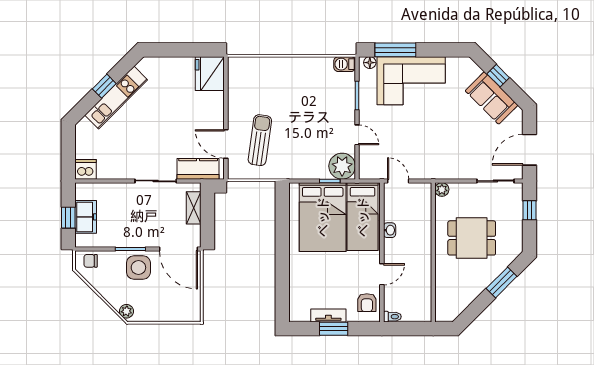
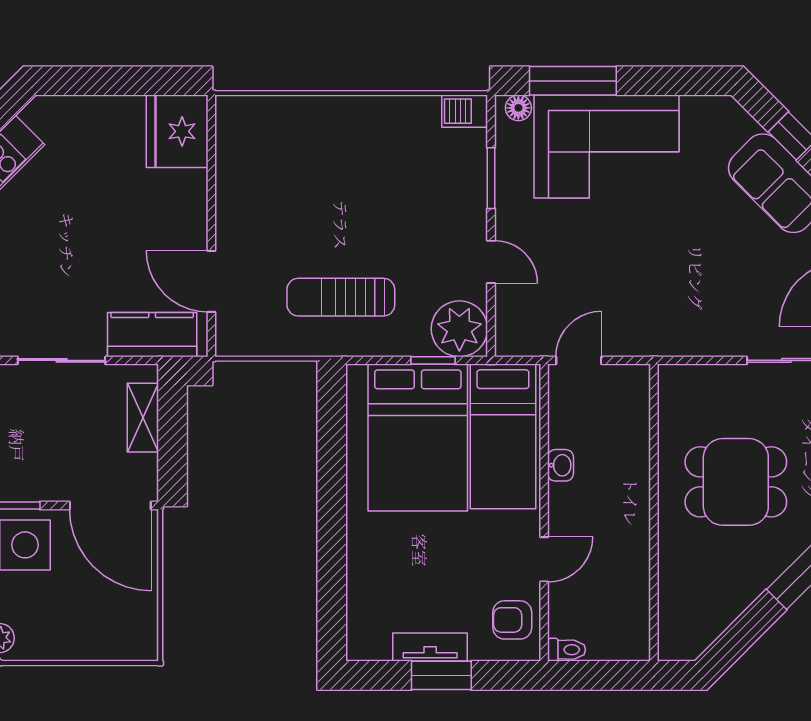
sun lounger: (260, 140) -> (341, 297), moved, turned -98
door: (398, 181) -> (579, 360), hinge flipped
plant: (442, 190) -> (672, 379), removed
armchair: (367, 303) -> (512, 620), turned 90

